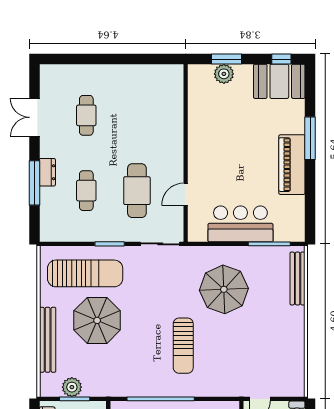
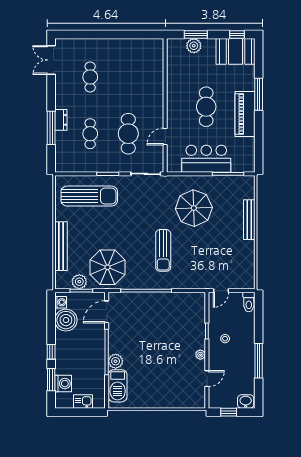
double door: (34, 117) -> (51, 60), moved
cafe table: (240, 155) -> (206, 107), added
bench: (298, 278) -> (249, 220), moved
parasol: (97, 320) -> (107, 267), moved

